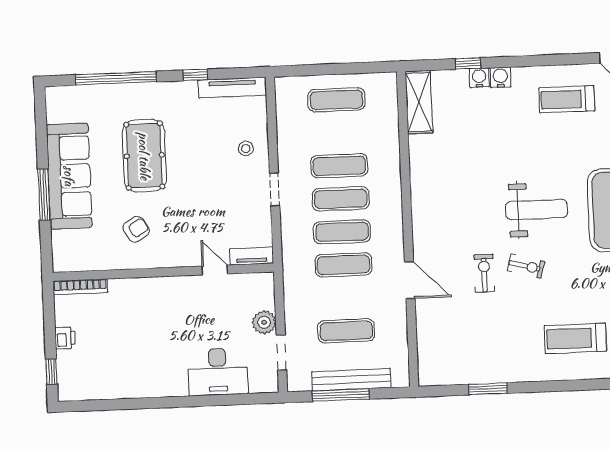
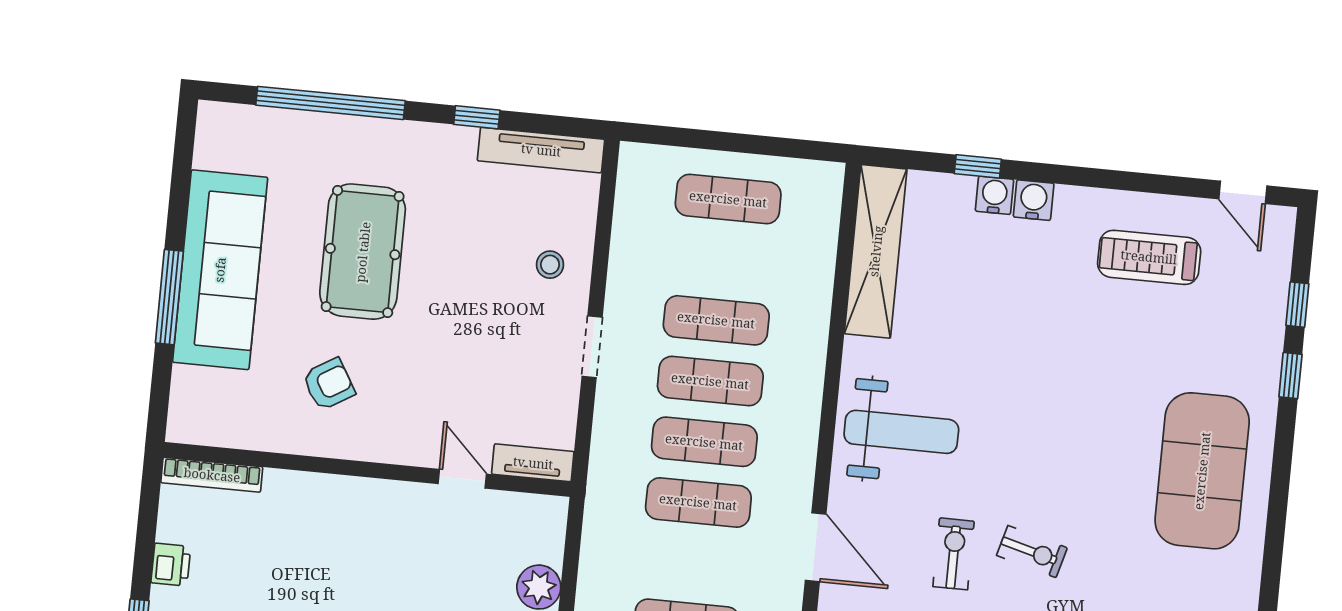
shelving: (419, 102) -> (876, 251), width x1.47
weight bench: (537, 210) -> (901, 432), moved

